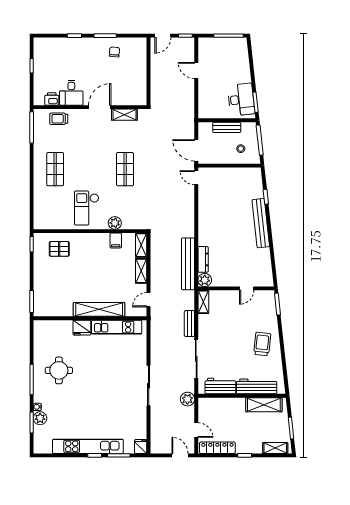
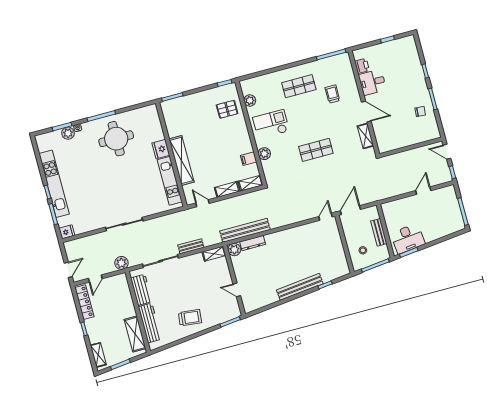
trolley: (59, 119) -> (332, 94), moved
plant: (56, 223) -> (250, 101), added
pallet: (59, 249) -> (227, 109), turned 90
round table: (59, 370) -> (116, 139), width x1.36, depth x1.36

